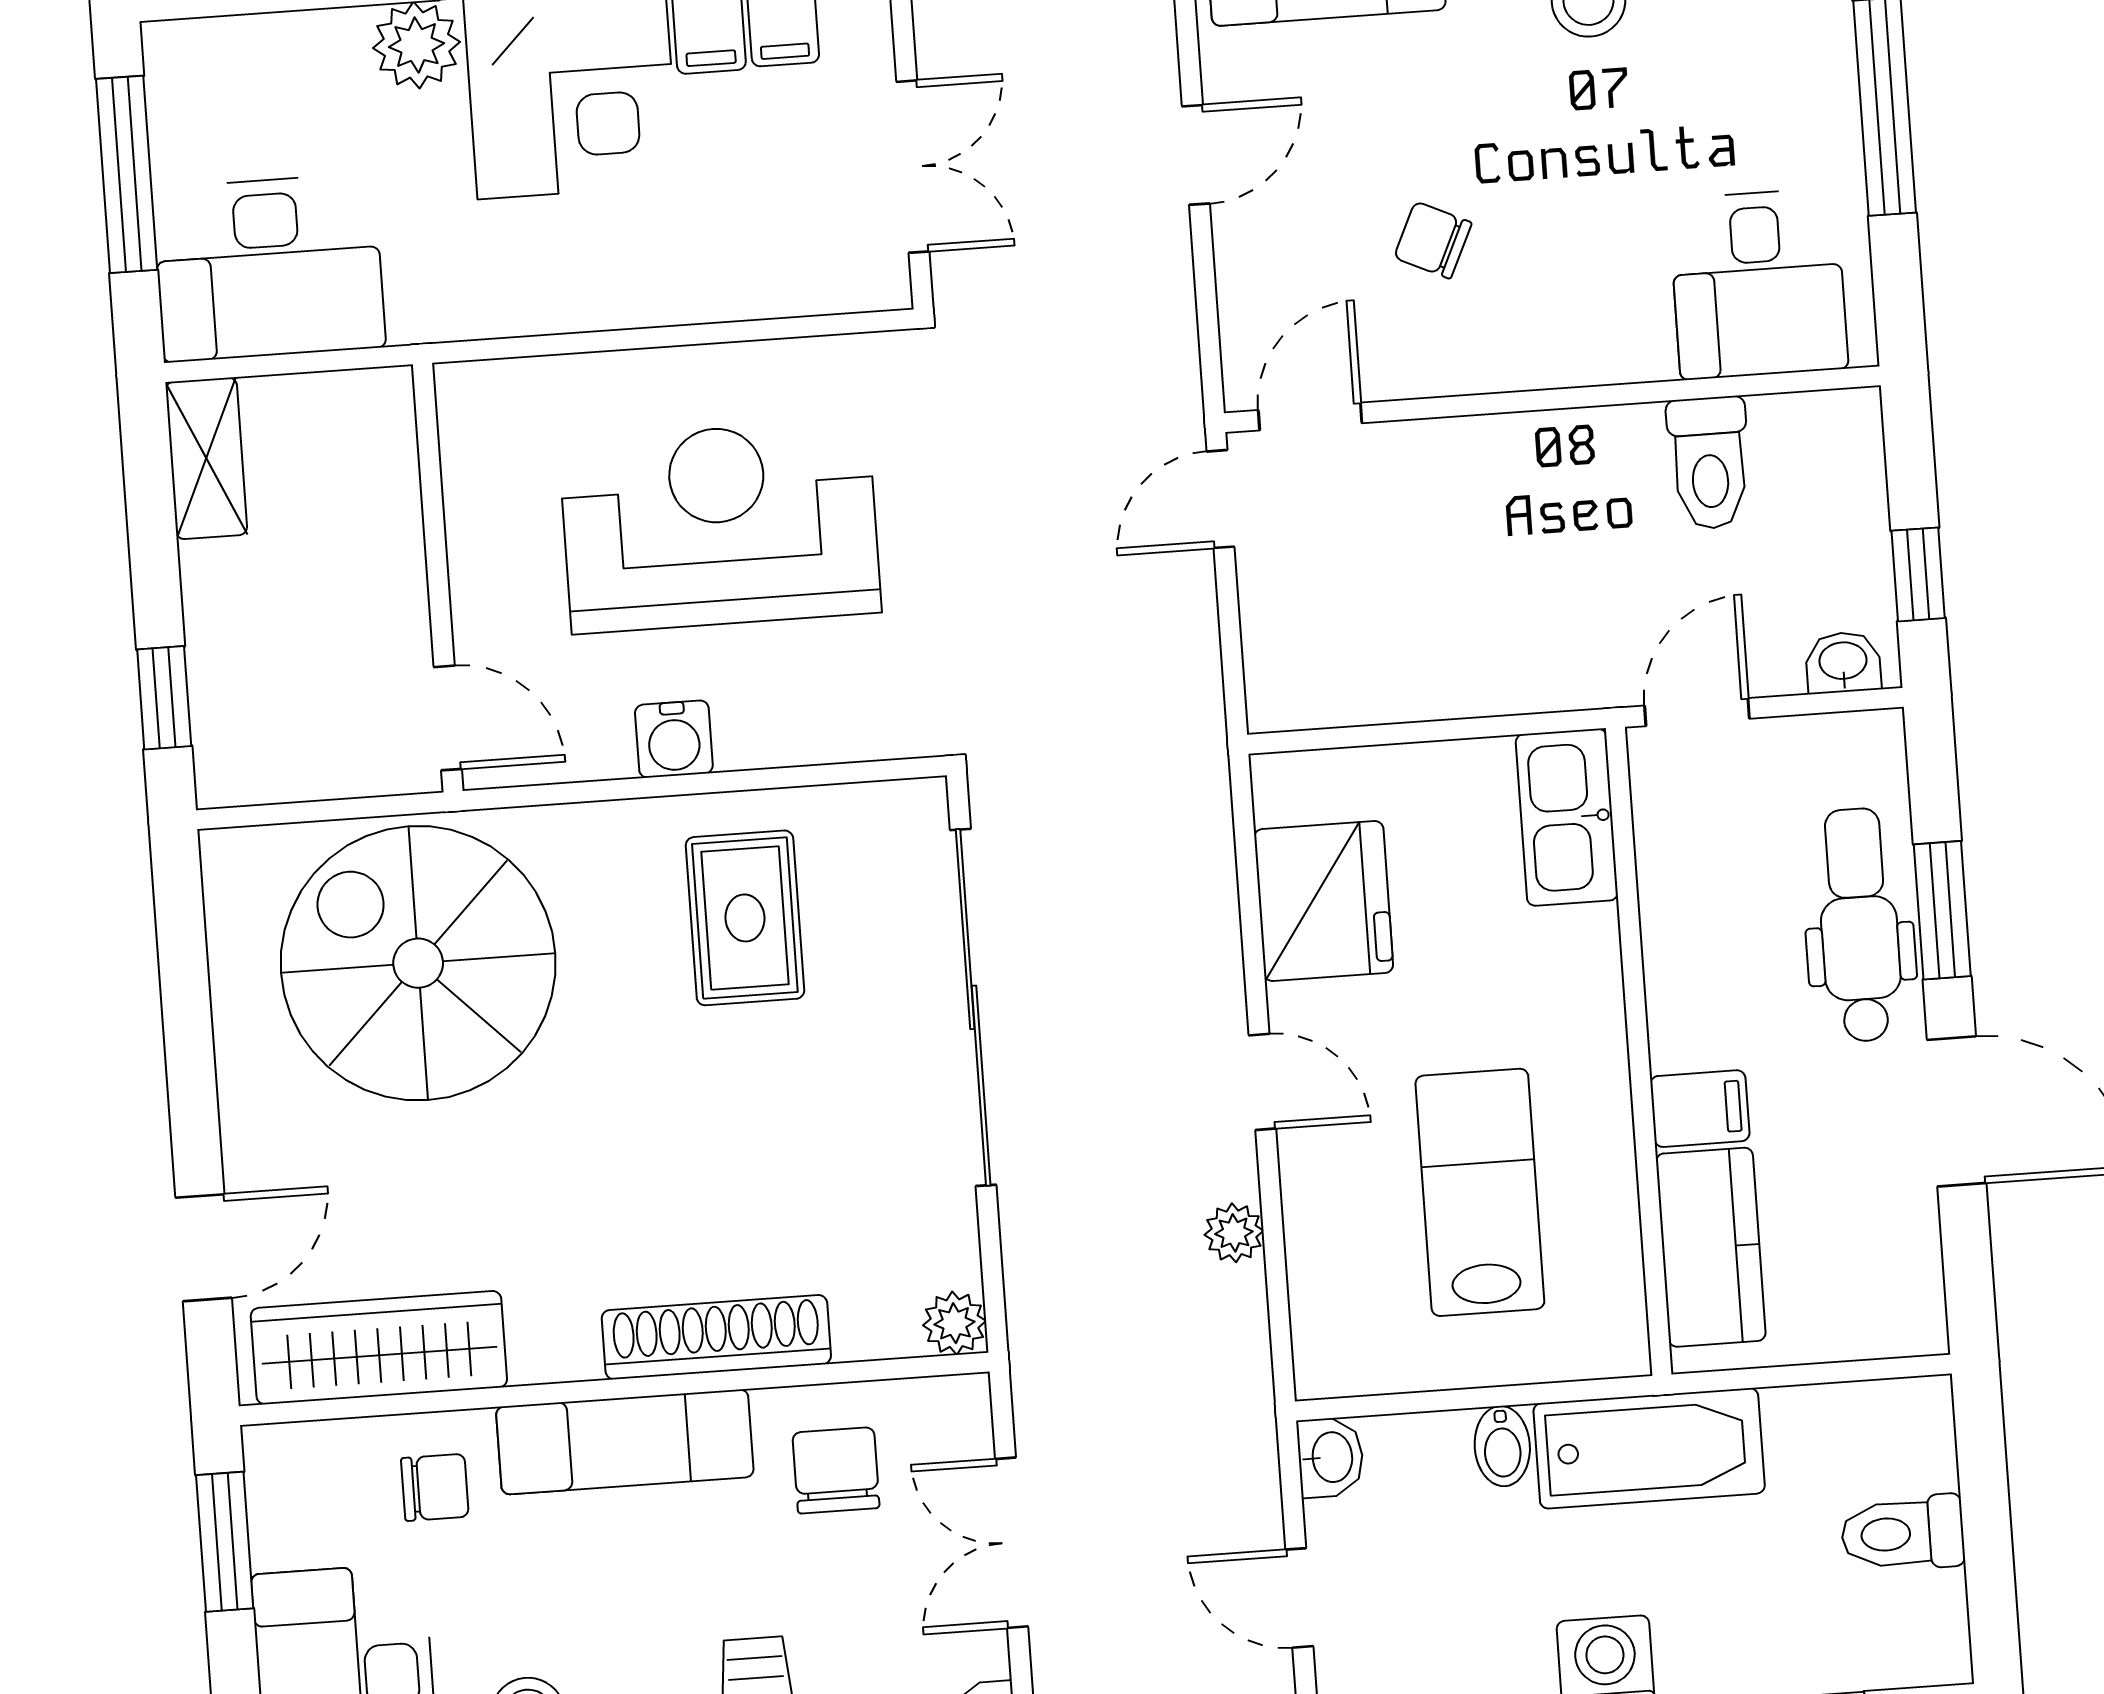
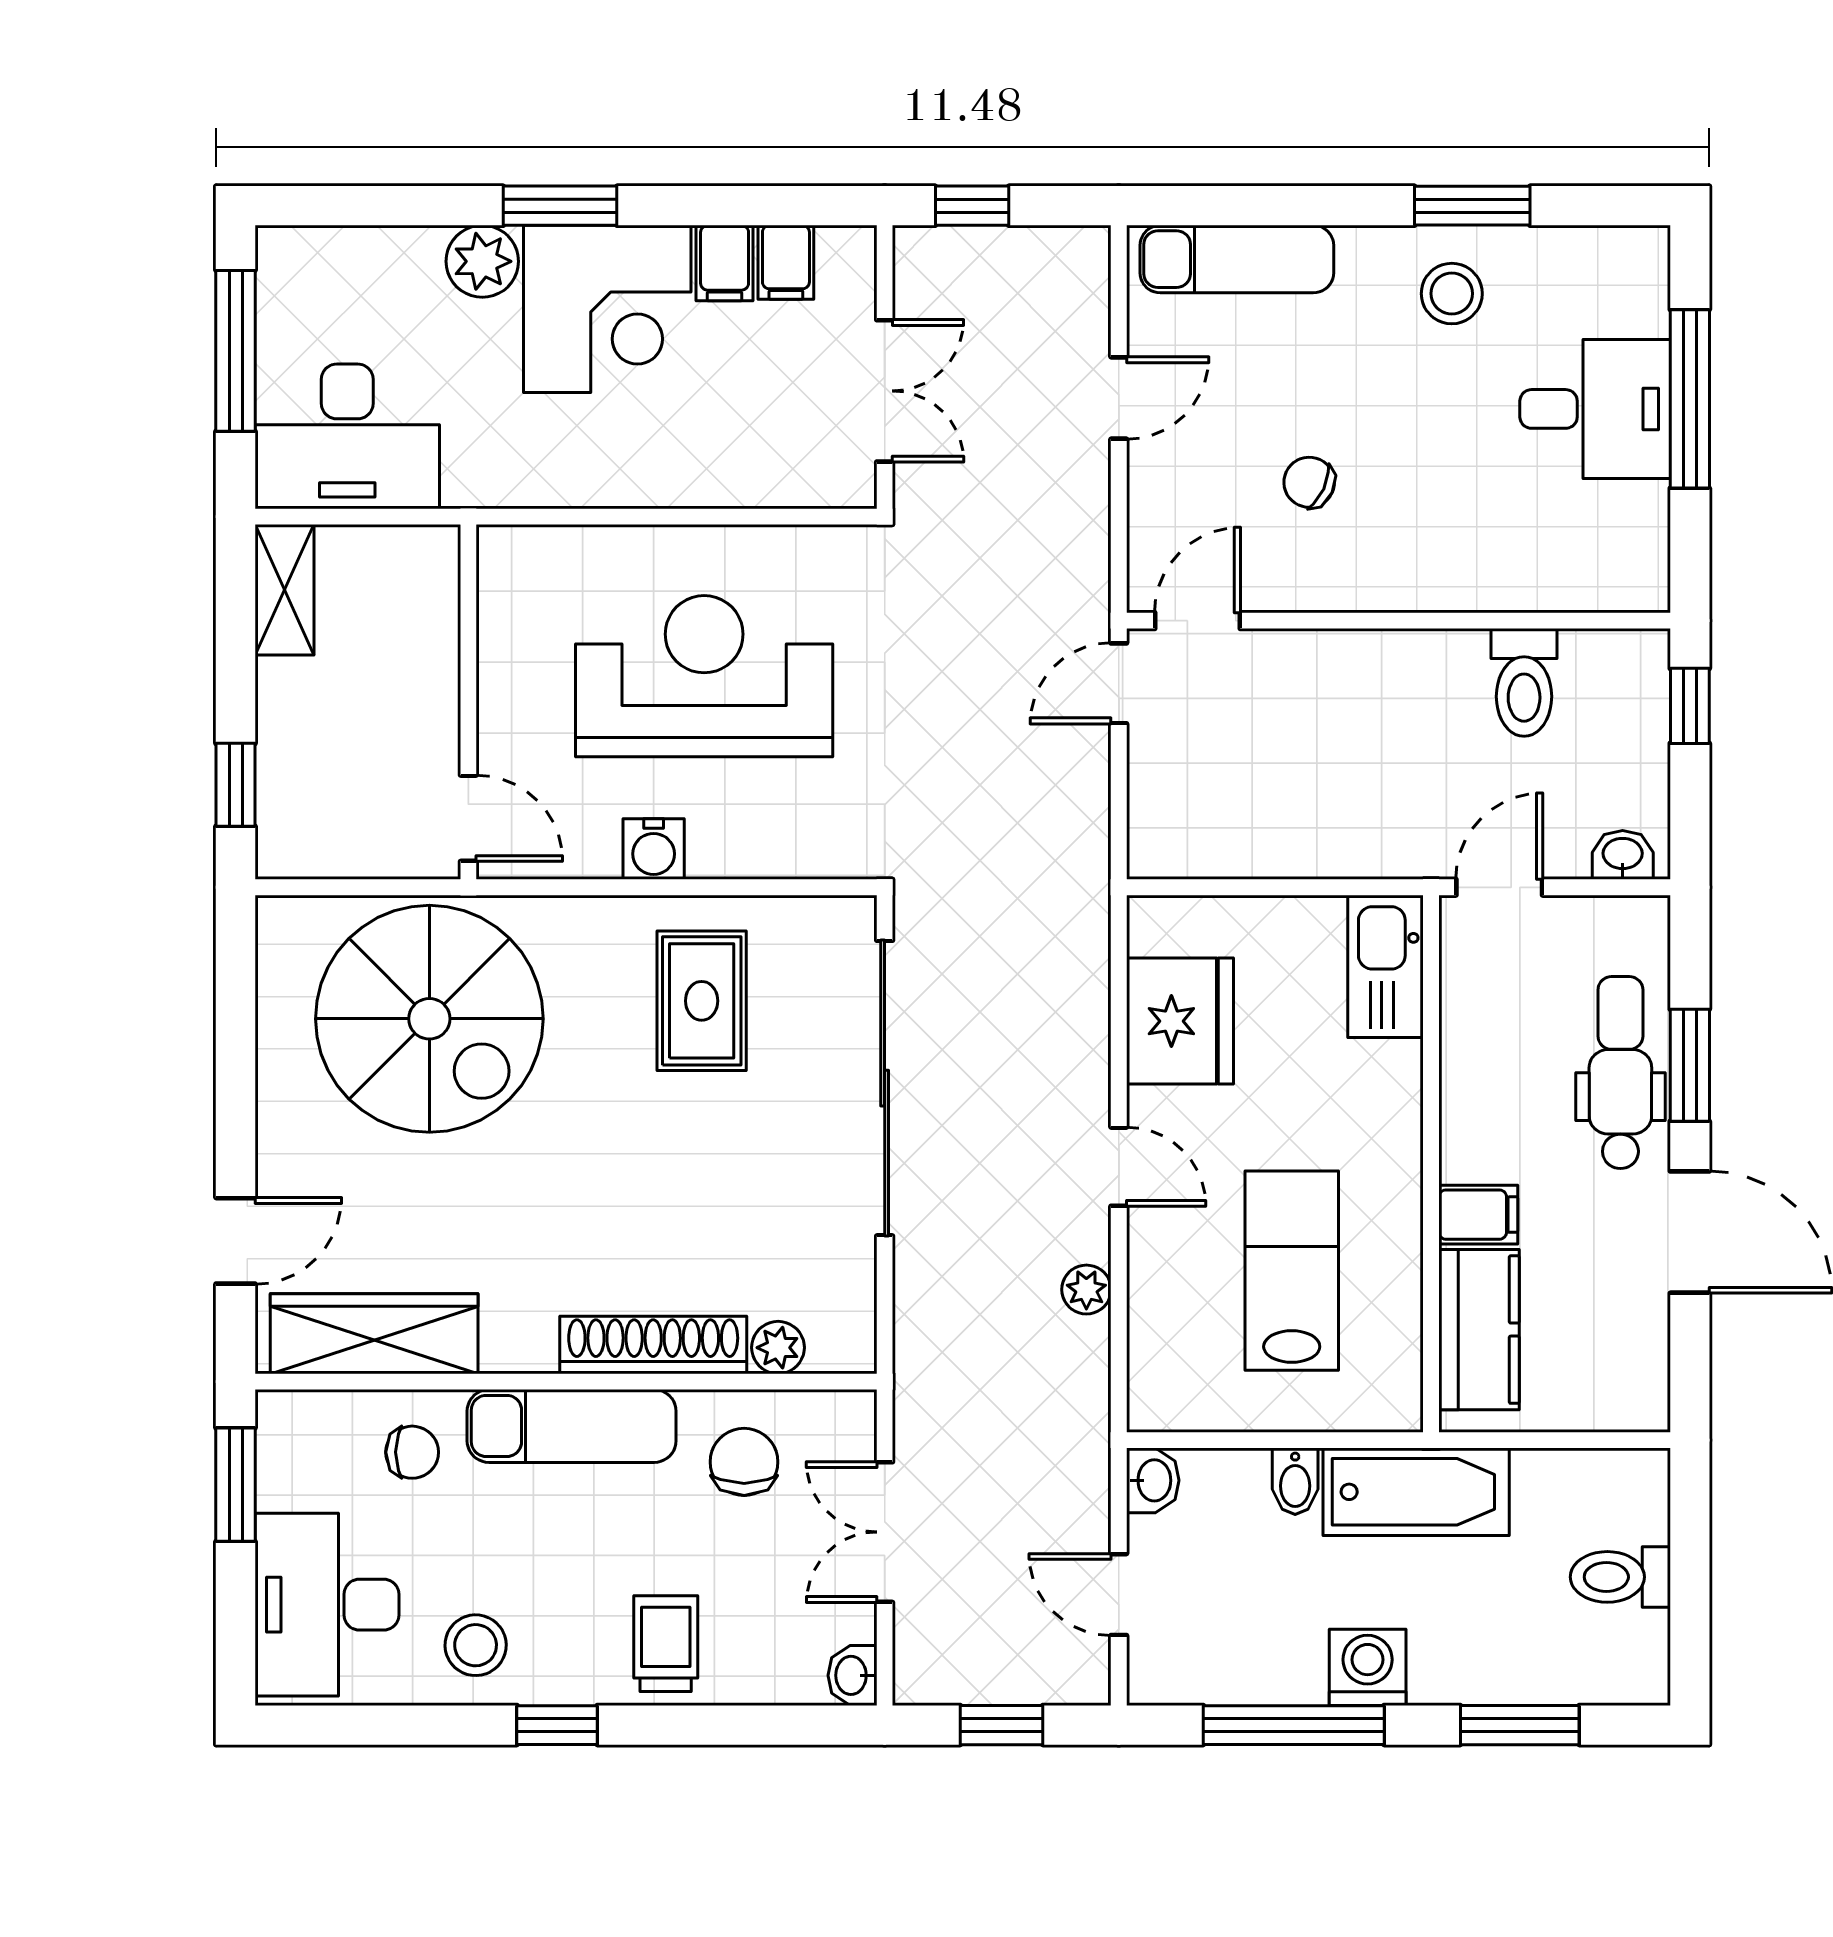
desk: (1758, 284) -> (1595, 409), moved, turned -90
window: (1918, 574) -> (1690, 706), moved
spiral stairs: (418, 963) -> (429, 1019), turned 180
plant: (955, 1323) -> (778, 1348), moved

